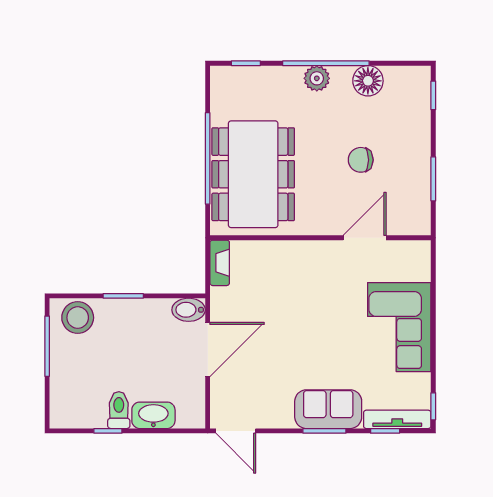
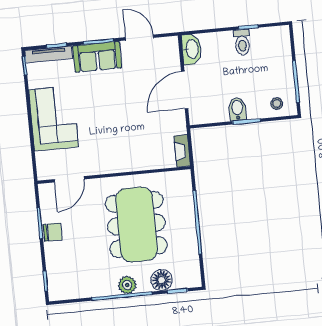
floor lamp: (368, 81) -> (162, 280), moved
chair: (361, 160) -> (53, 232), moved
dining table: (253, 174) -> (136, 225), moved
door: (365, 238) -> (69, 179), moved
bidet: (189, 310) -> (237, 109), moved, turned -90
stool: (78, 318) -> (277, 103), width x0.53, depth x0.53
washbasin: (153, 415) -> (192, 49), moved, turned -90
door: (236, 431) -> (140, 38), moved

